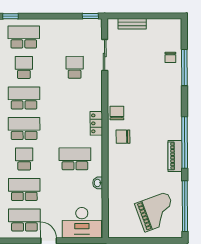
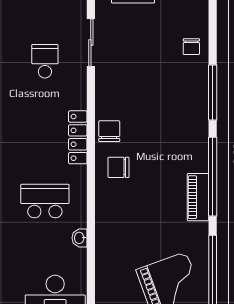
window: (184, 68) -> (213, 92), moved
locker: (96, 123) -> (78, 137), width x1.53

